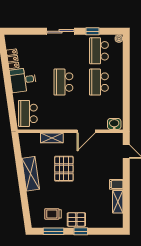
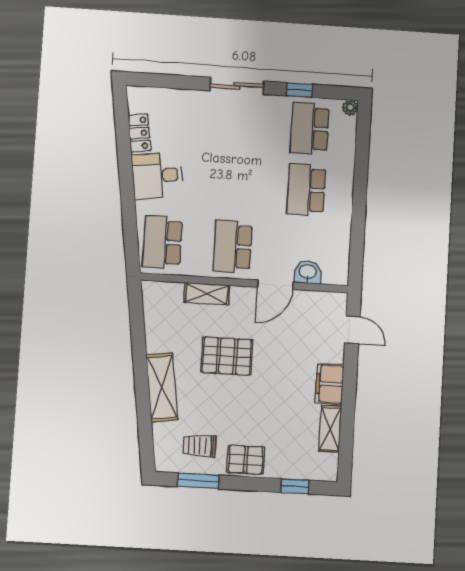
school desk: (63, 82) -> (233, 247), moved
washbasin: (114, 124) -> (308, 272), moved
pallet: (64, 169) -> (227, 356), turned 90
shelving: (31, 174) -> (162, 387), moved
filing cabinet: (116, 184) -> (330, 384), width x2.00
window: (81, 231) -> (295, 486), moved

